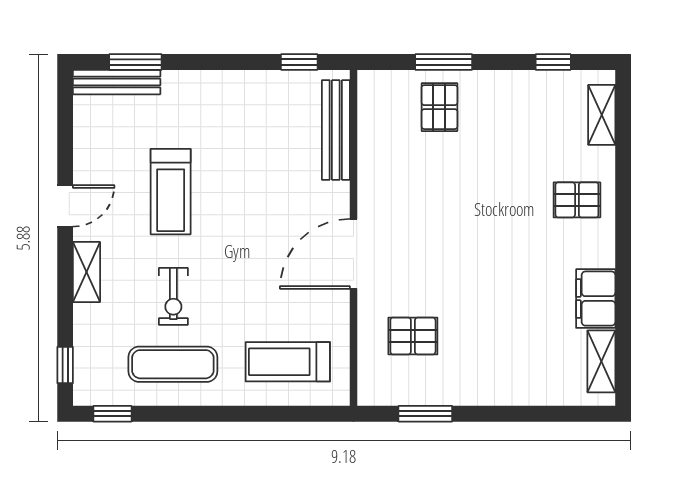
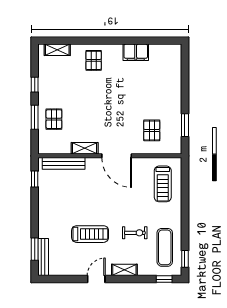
window: (553, 62) -> (35, 85), moved
pallet: (439, 107) -> (54, 119), turned 90
door: (65, 206) -> (96, 279), hinge flipped
shelving: (601, 361) -> (85, 148), moved
exercise mat: (173, 364) -> (165, 247), moved

